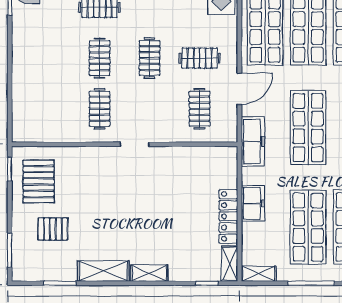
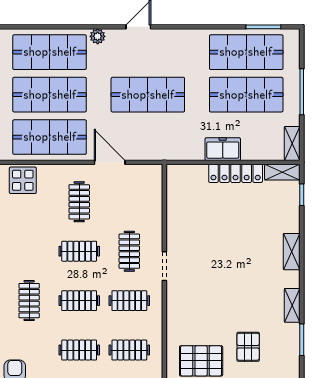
clothes rail: (50, 58) -> (79, 350), added
clothes rail: (50, 109) -> (129, 350), added
clothes rail: (200, 109) -> (129, 251), moved, turned 90
freezer: (253, 141) -> (162, 149), removed
shelving: (103, 271) -> (292, 305), width x0.67, depth x0.75

